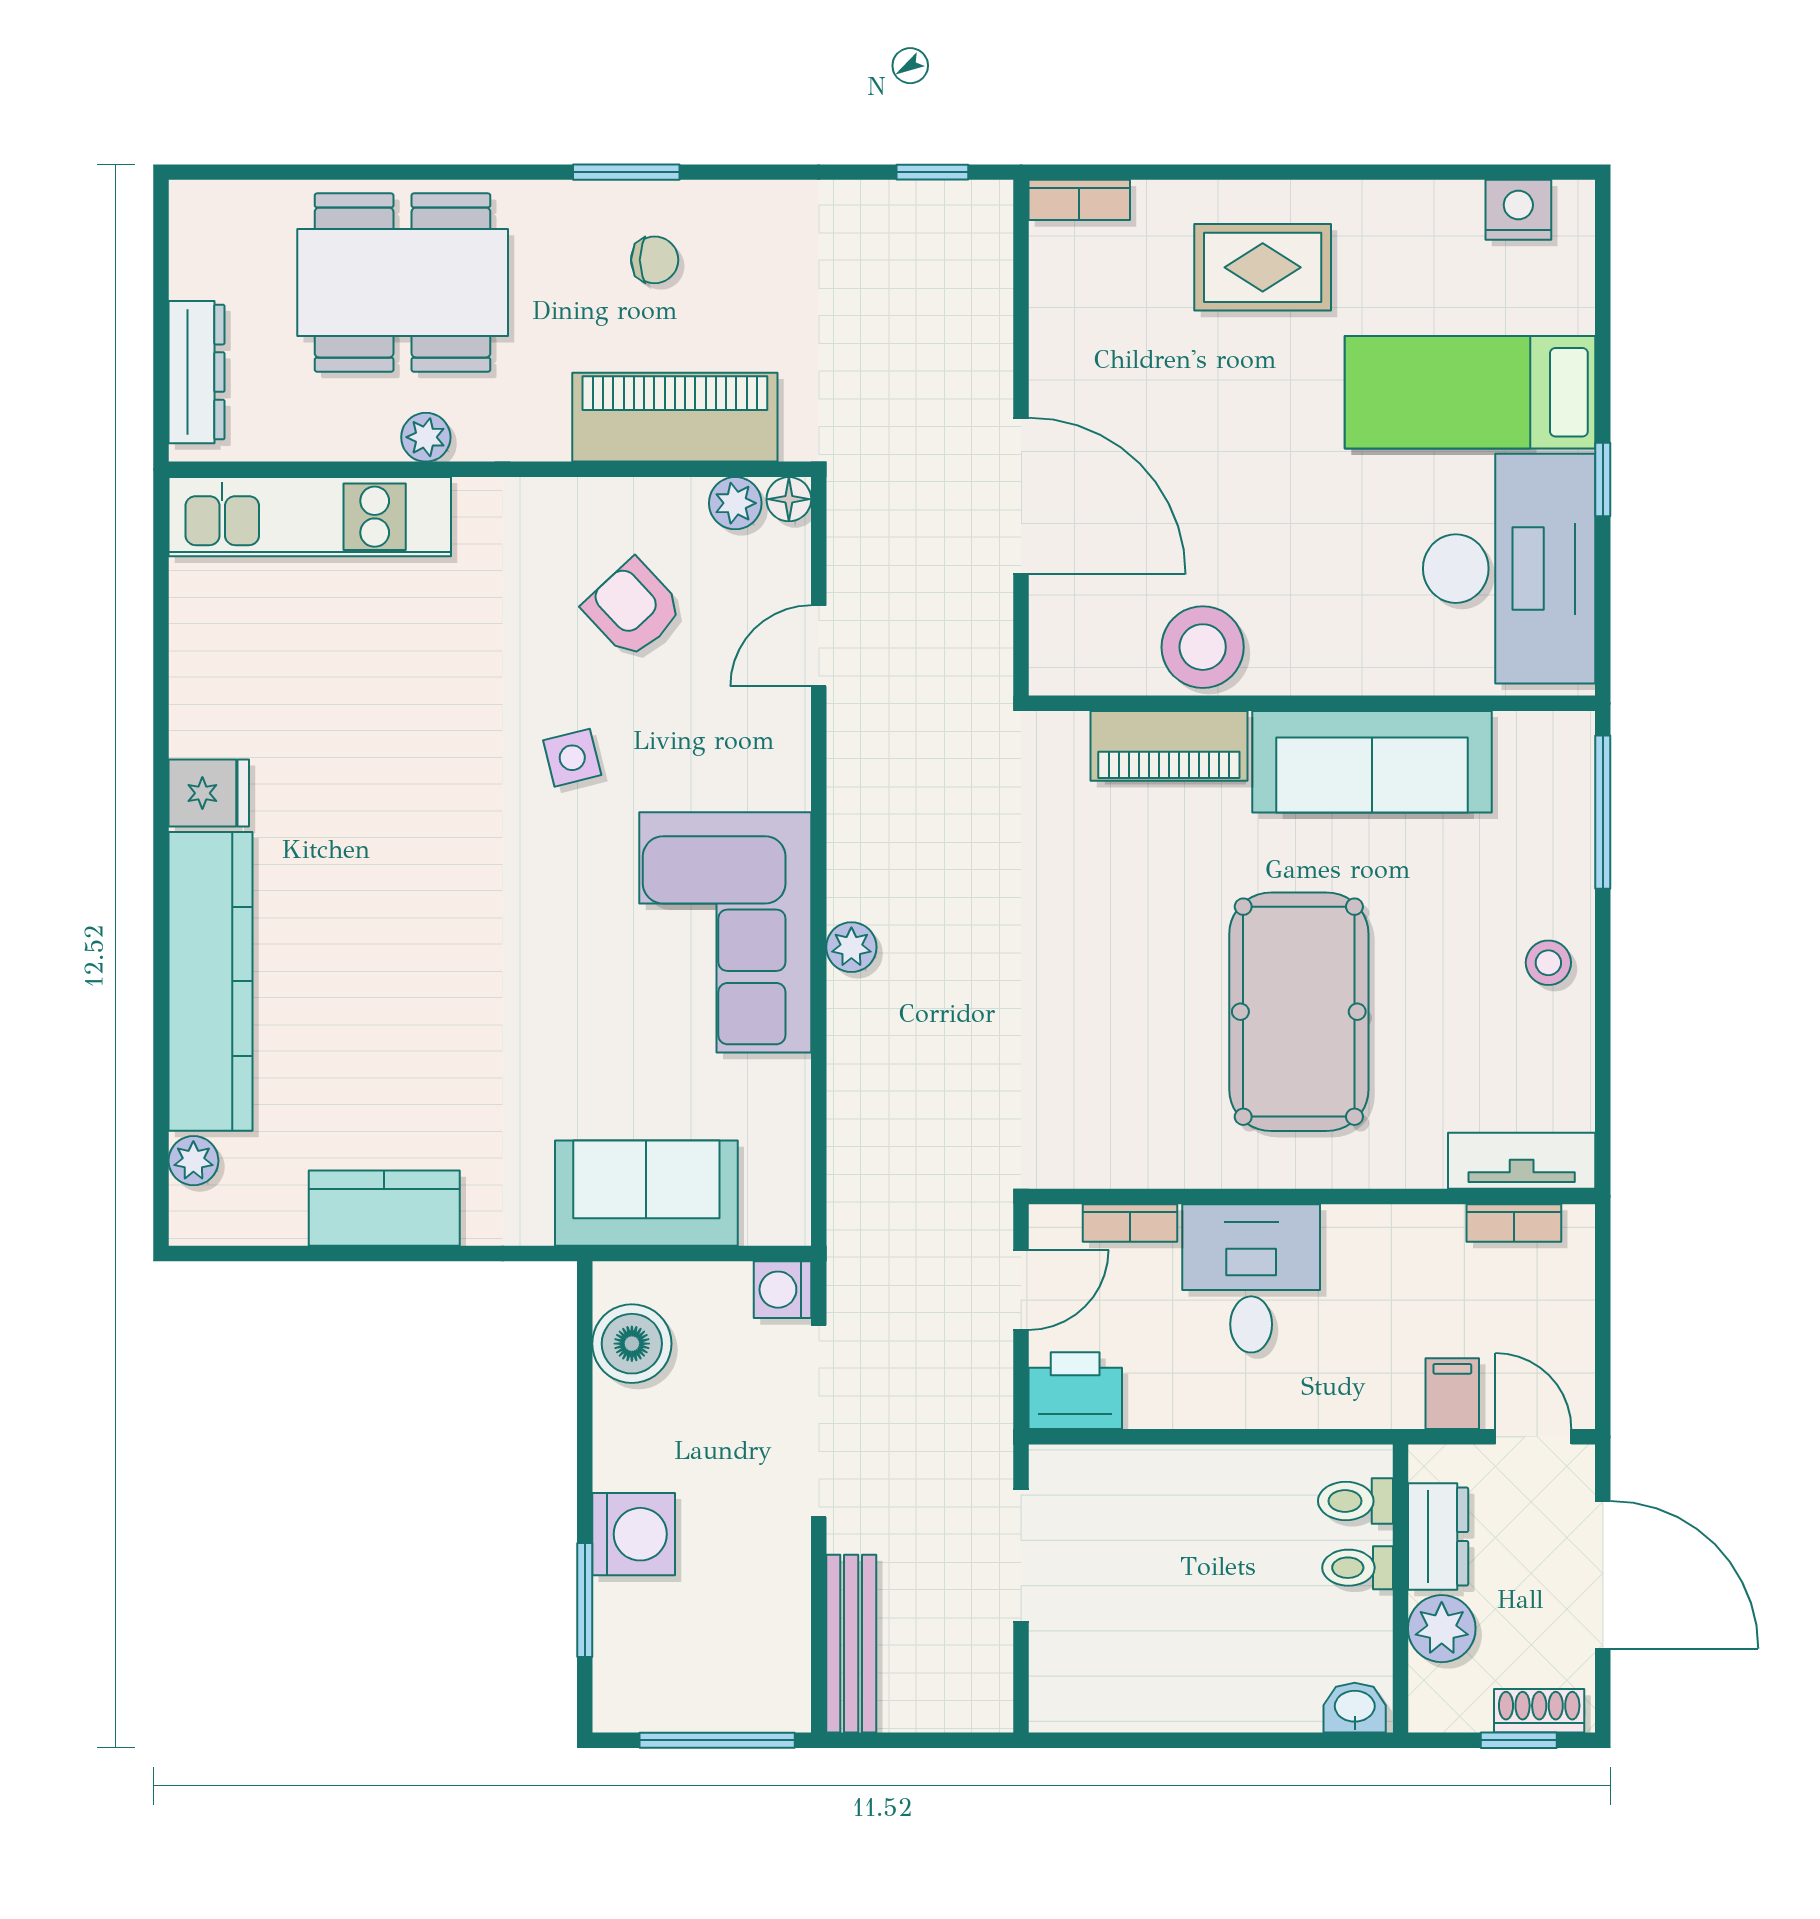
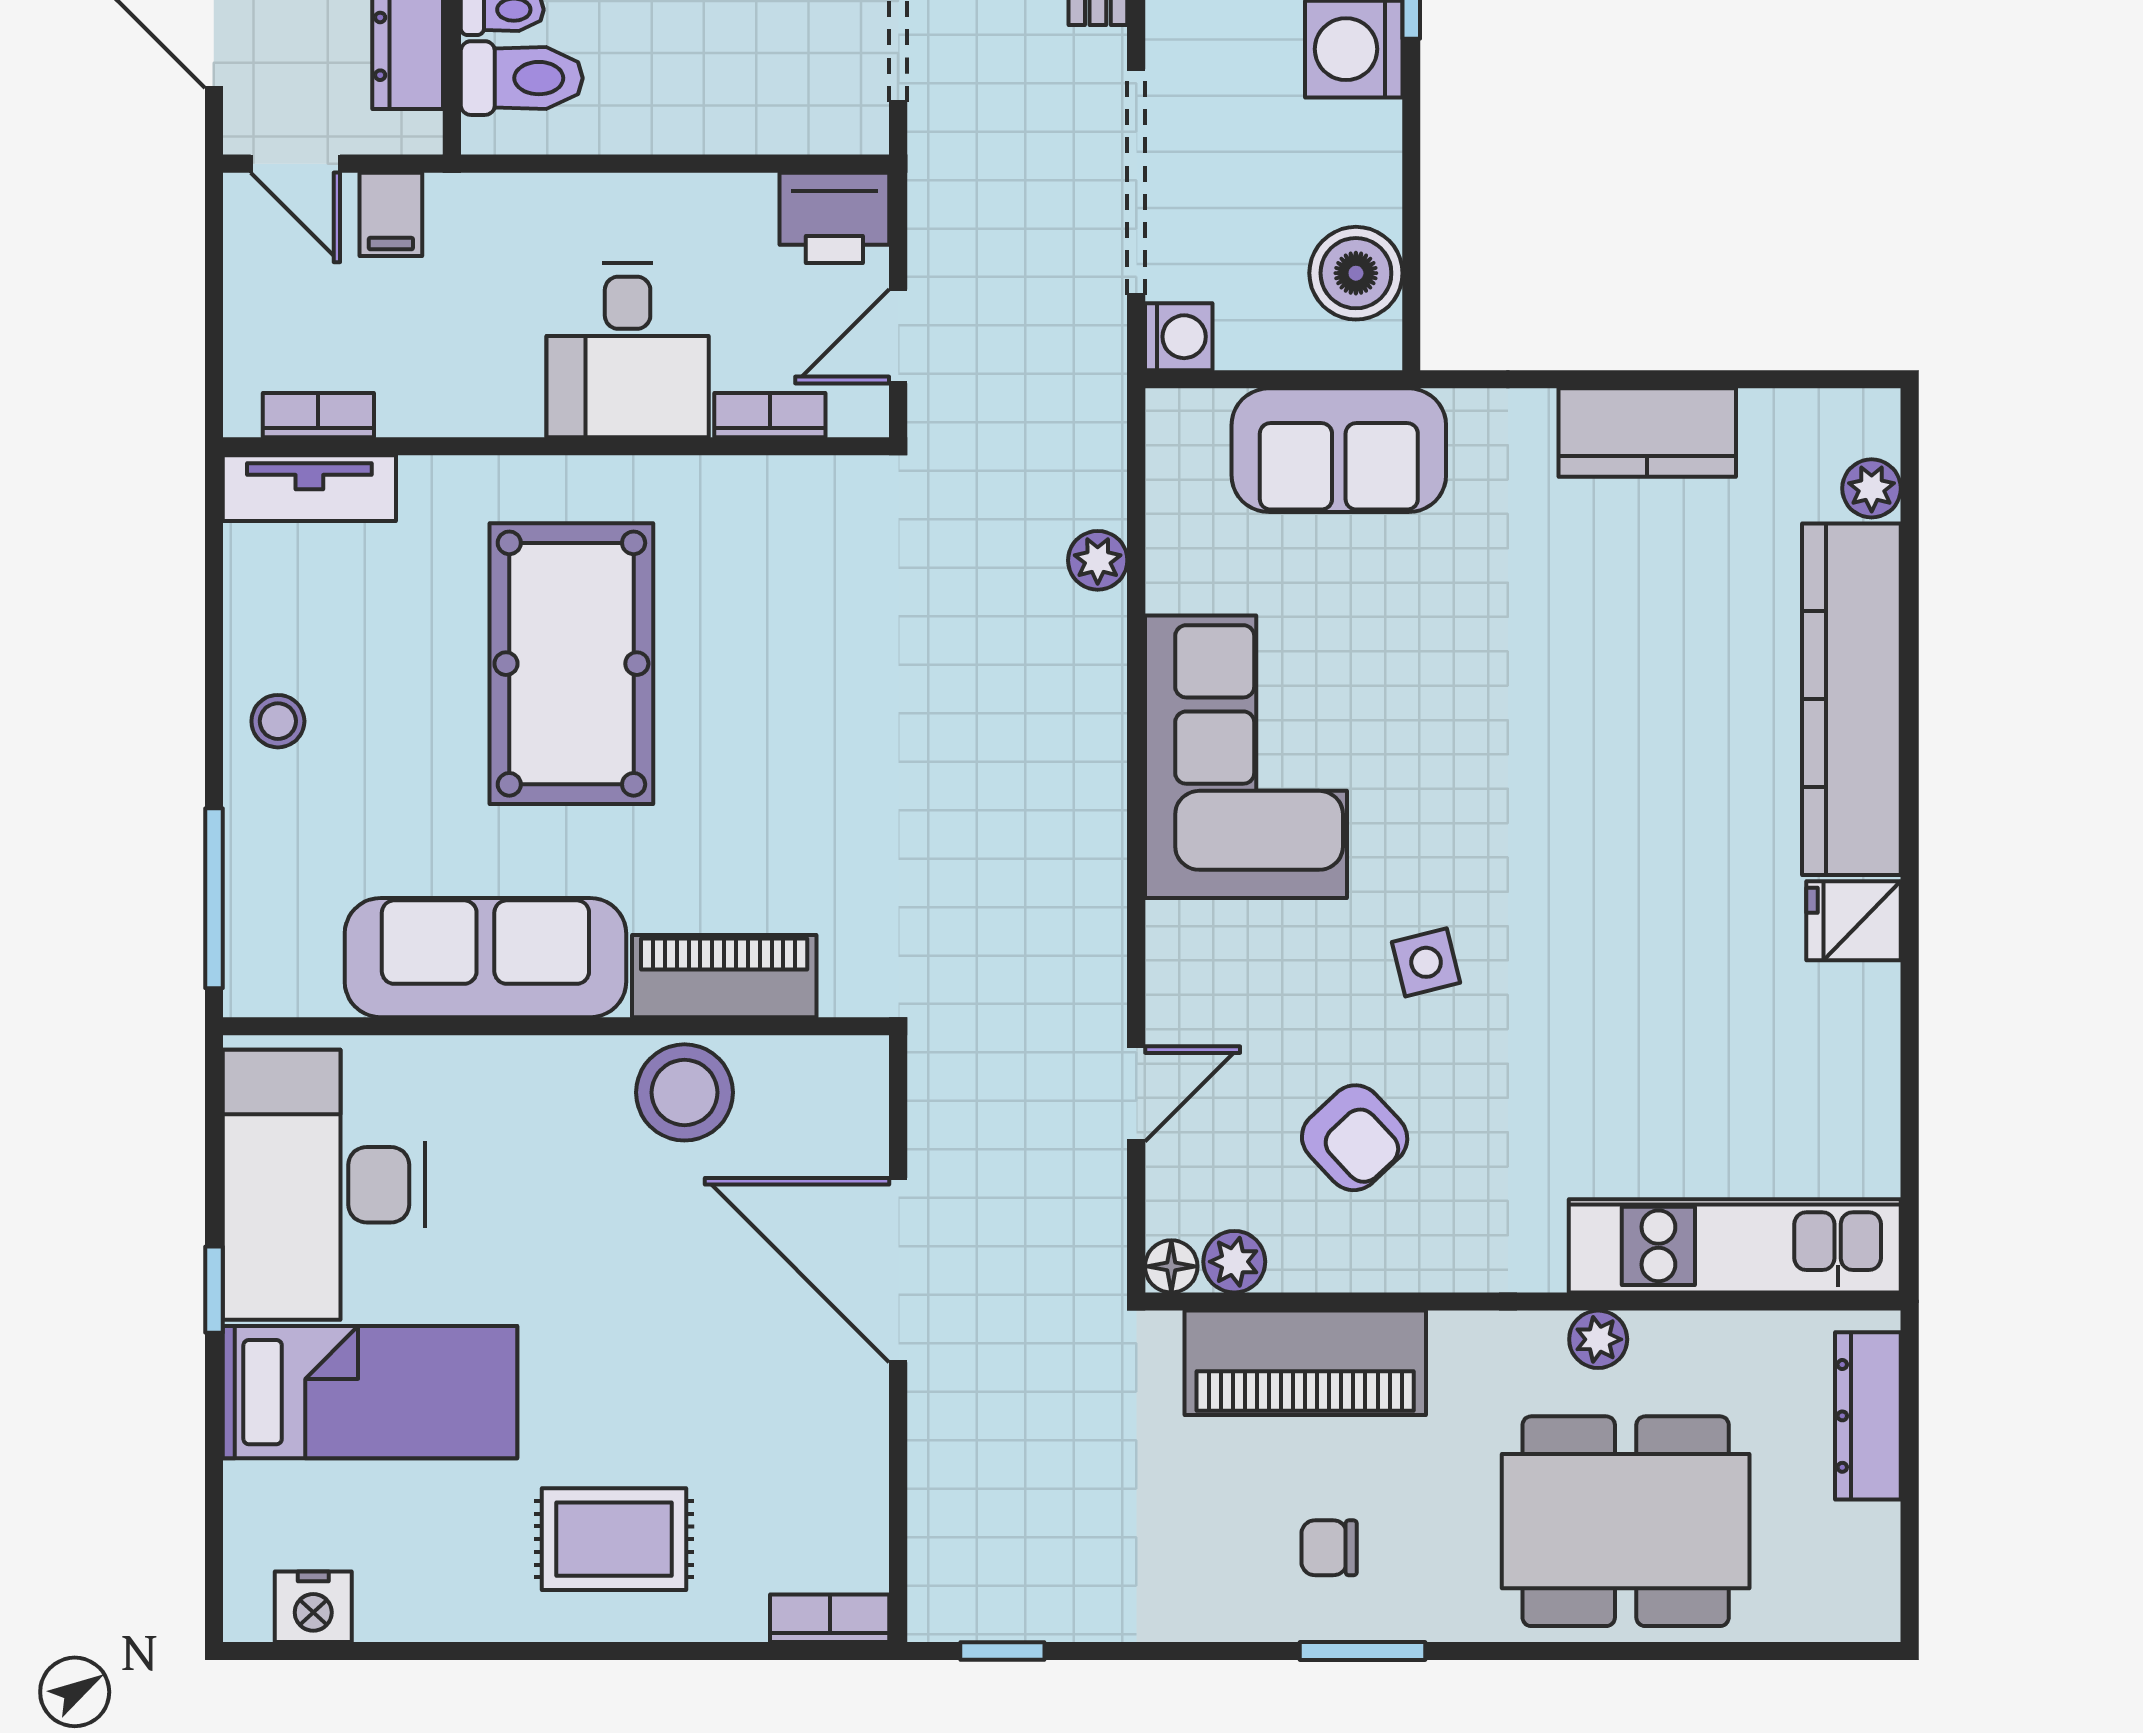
plant: (851, 947) -> (1098, 560), moved
toilet: (1355, 1501) -> (522, 78), width x1.37, depth x1.39

